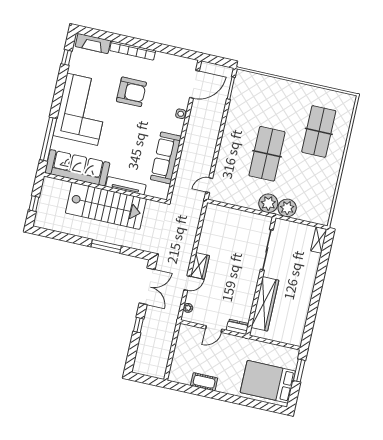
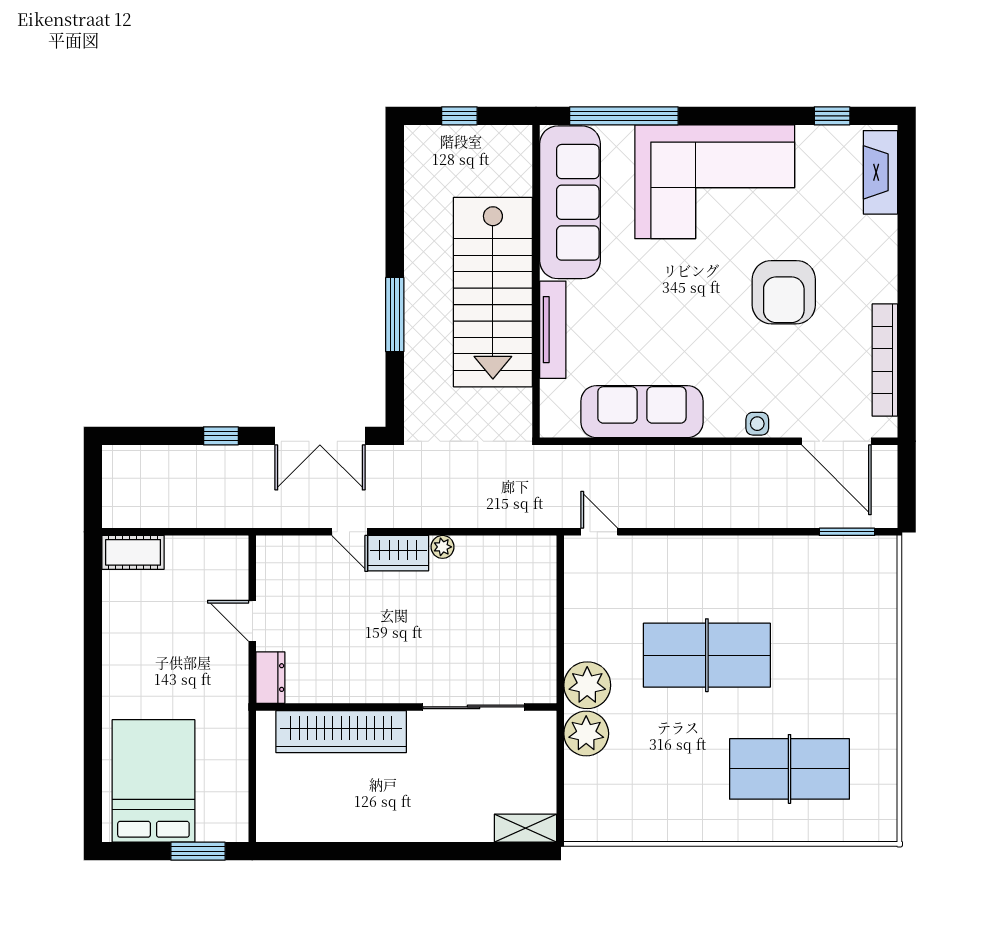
bookcase: (133, 50) -> (885, 360), moved
plant: (188, 308) -> (443, 547), moved
cot: (204, 382) -> (133, 552), moved, turned 90

